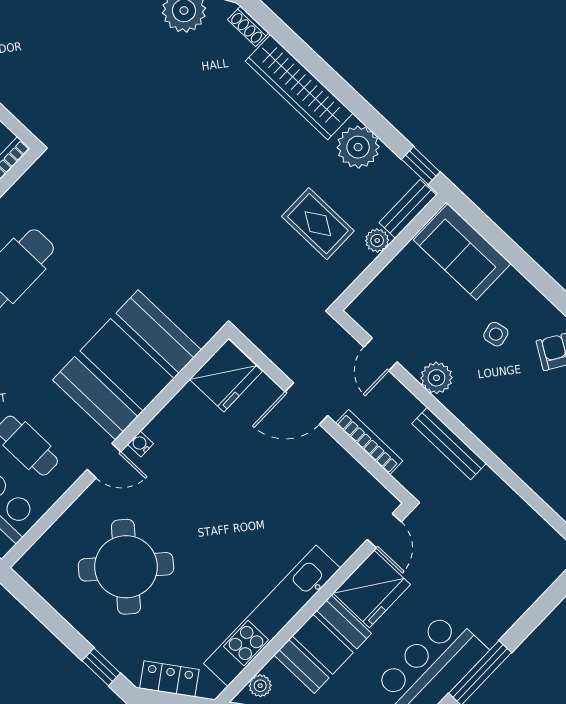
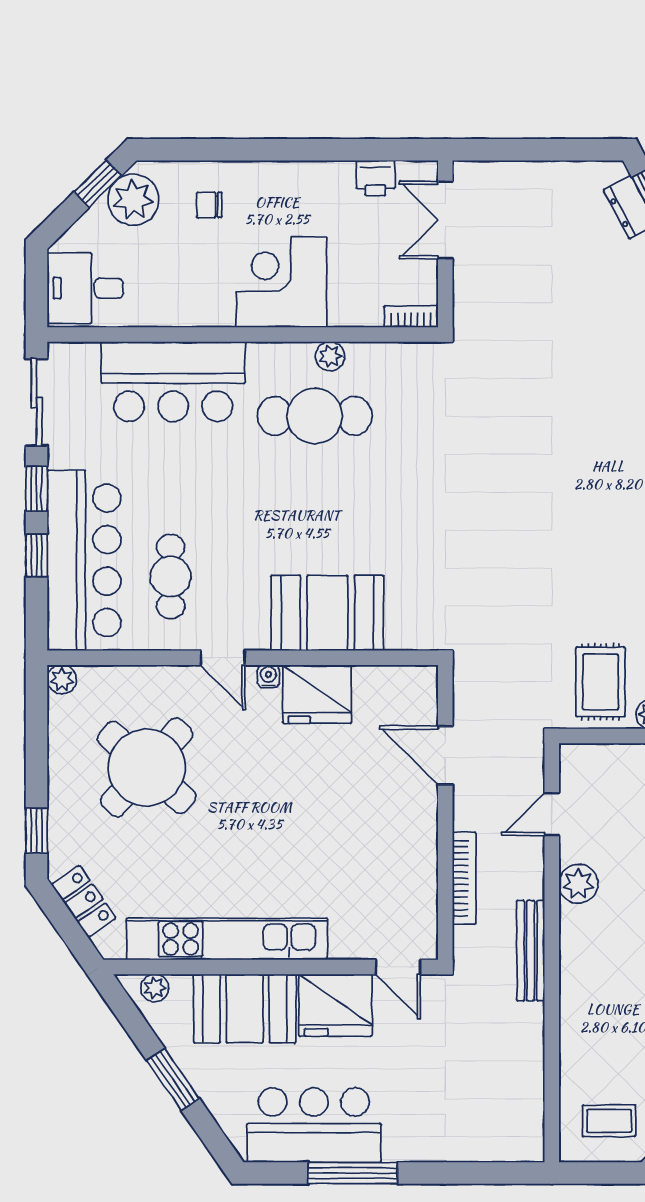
rug: (318, 224) -> (601, 682), moved
booth: (127, 365) -> (327, 613), width x0.73, depth x0.70
fridge: (226, 375) -> (317, 694), moved
door: (306, 404) -> (445, 755), moved
door: (384, 531) -> (398, 967), hinge flipped
plant: (27, 567) -> (62, 680), added

